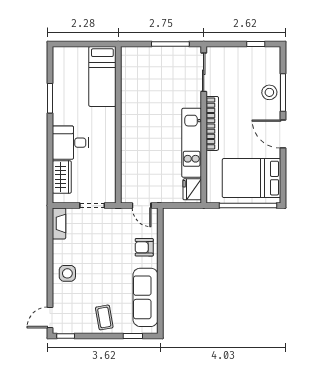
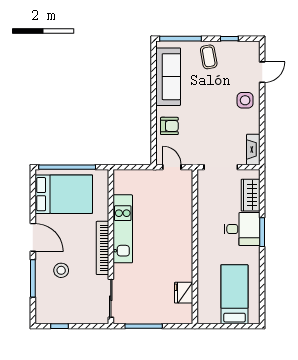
bed: (102, 76) -> (234, 294), moved
stool: (269, 92) -> (61, 270), moved
window: (50, 98) -> (262, 232), moved
fridge: (192, 189) -> (184, 293), moved, turned 180
doorway: (92, 206) -> (221, 167), width x1.38
door: (50, 317) -> (262, 72), moved
window: (66, 336) -> (229, 39), moved
window: (133, 336) -> (181, 39), width x2.17

